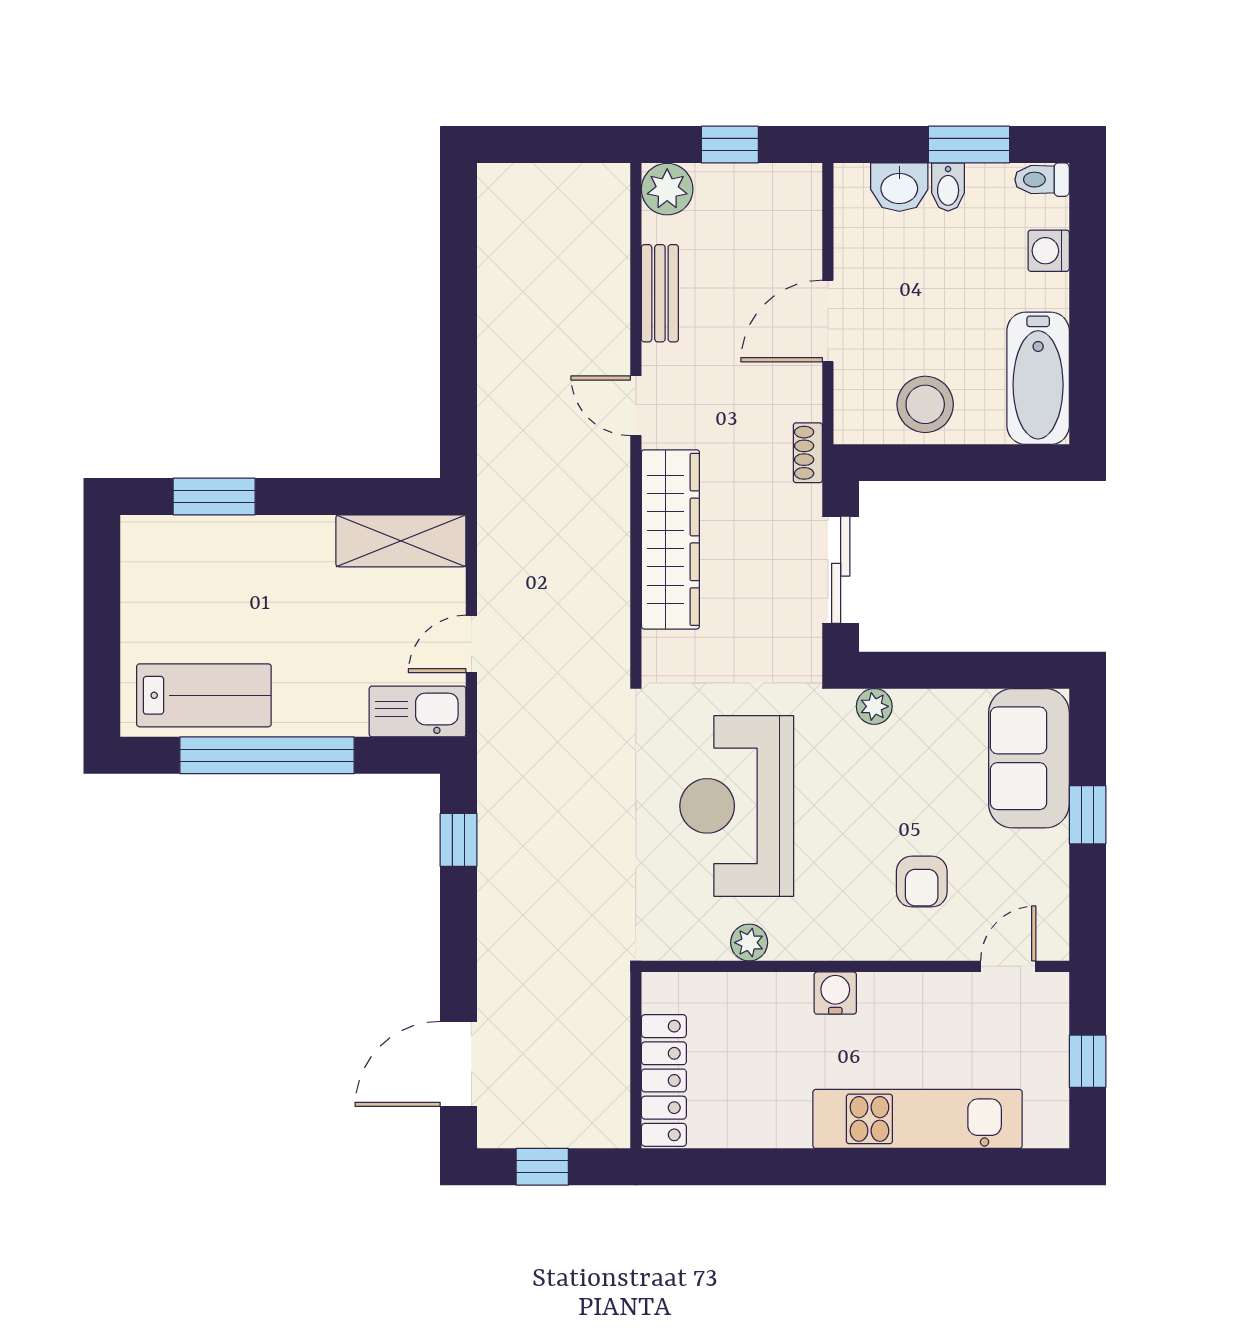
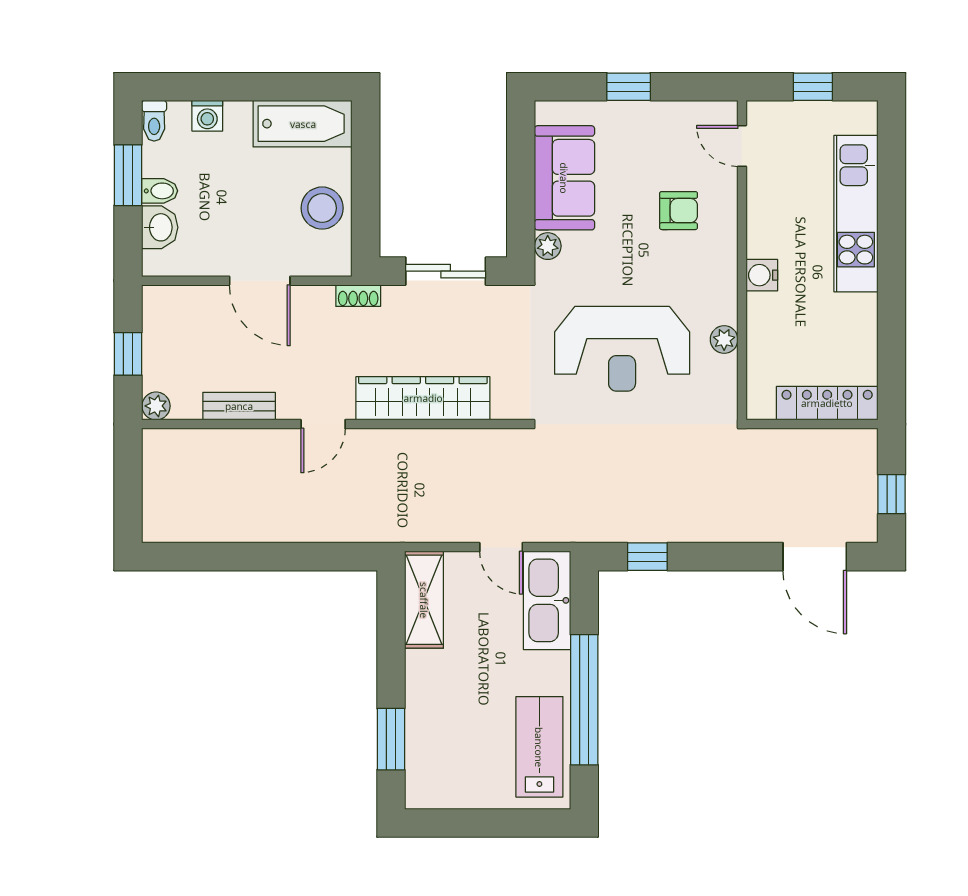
plant: (667, 189) -> (156, 406), width x0.73, depth x0.73
kitchen sink: (418, 712) -> (547, 600), width x1.36, depth x1.24
sofa: (1029, 758) -> (564, 178), moved, turned -90

